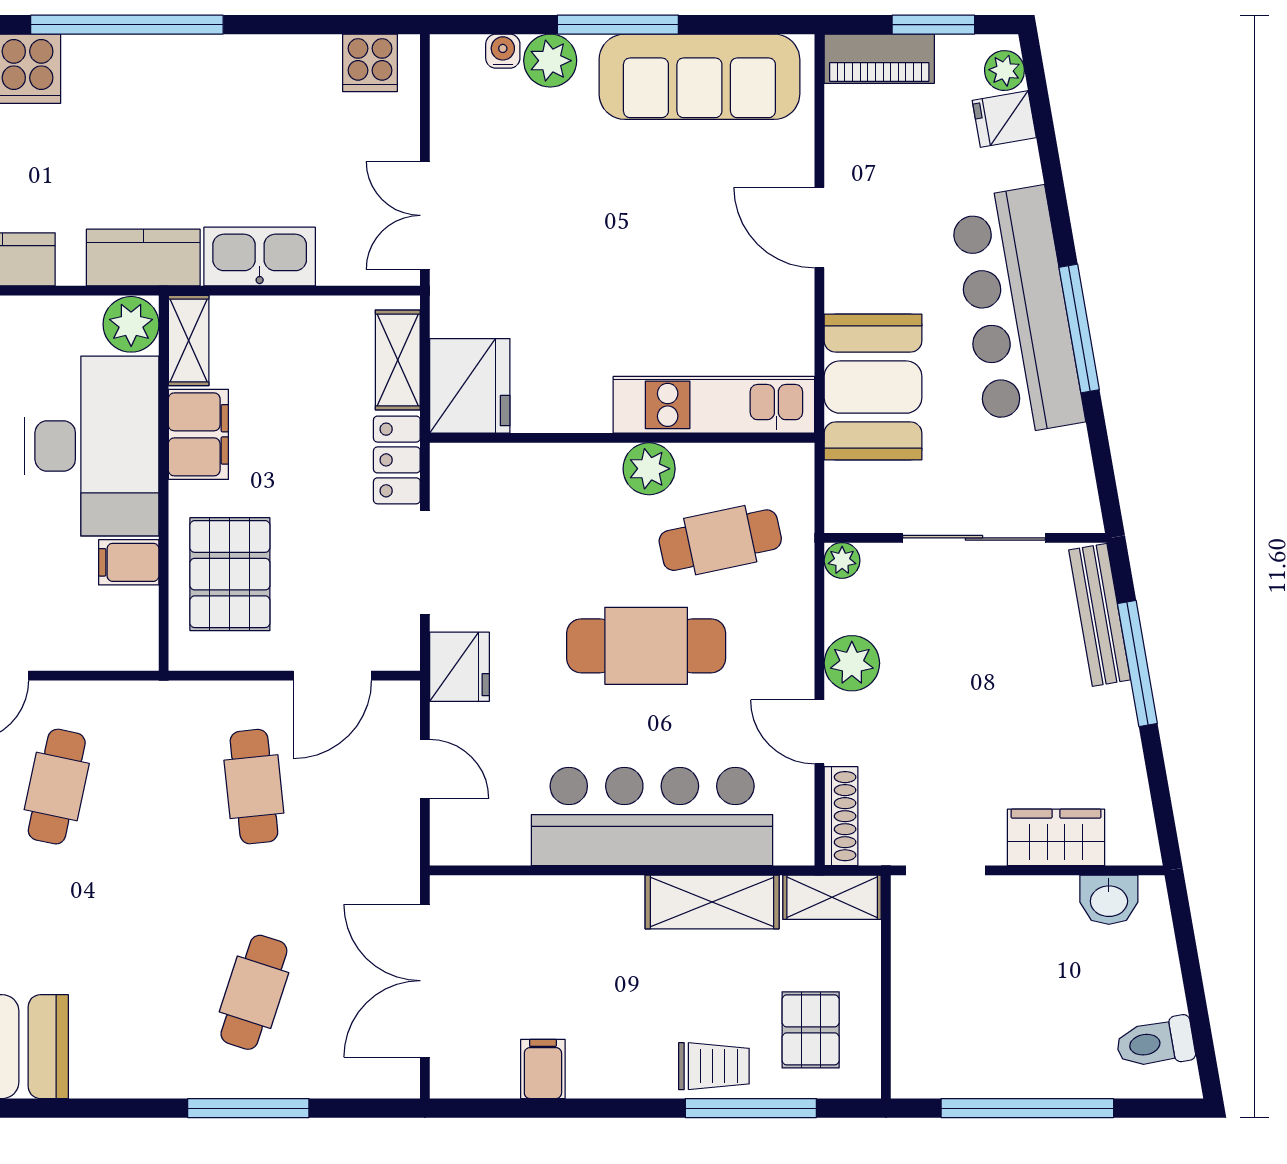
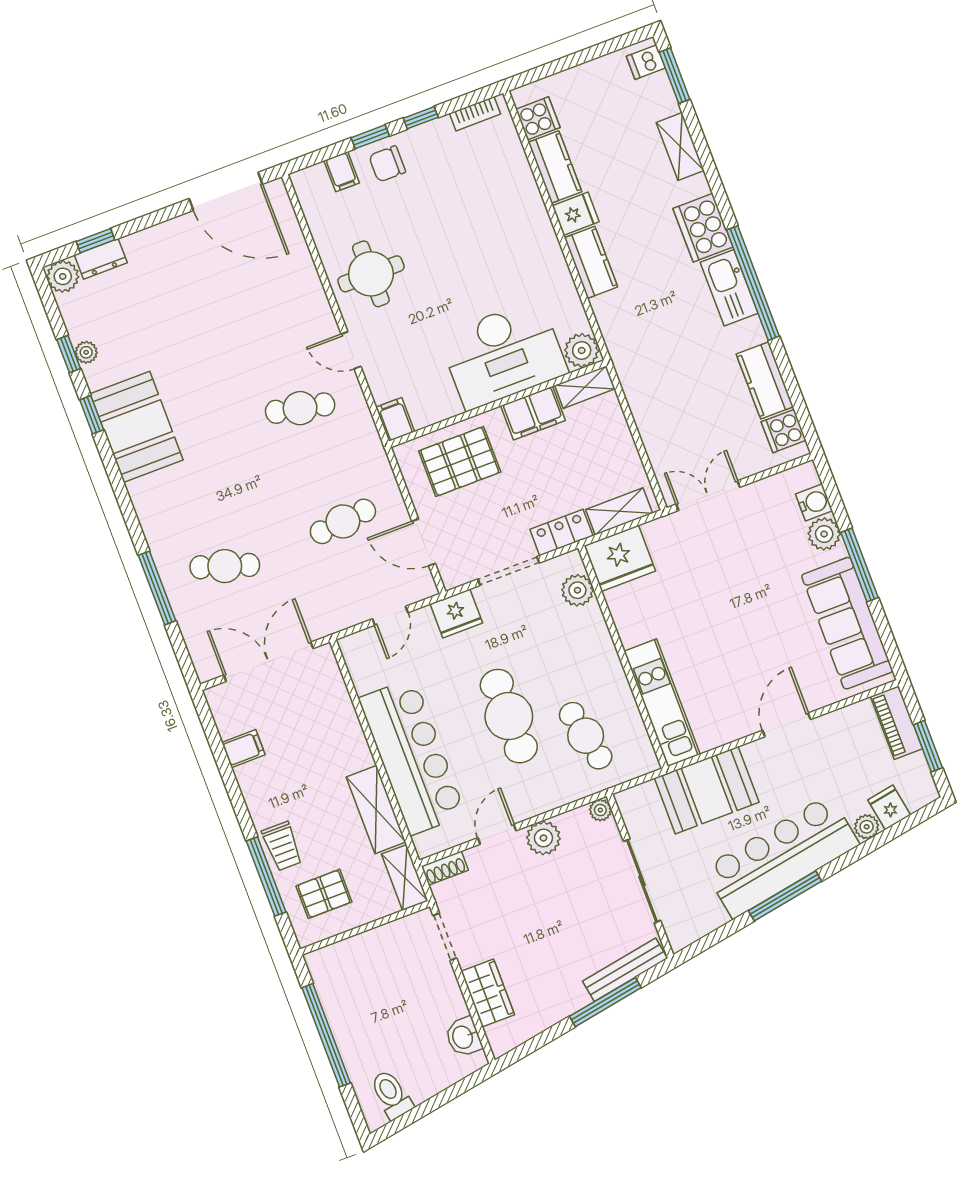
water cooler: (503, 51) -> (814, 502), width x1.38, depth x1.38
plant: (1004, 71) -> (867, 827), moved
kitchen sink: (260, 257) -> (729, 288), moved, turned 180
kitchen counter: (143, 258) -> (765, 380), moved, turned 180
plant: (649, 469) -> (577, 590), moved
filing cabinet: (129, 562) -> (395, 419), moved
shoe rack: (841, 816) -> (445, 868), width x0.70

